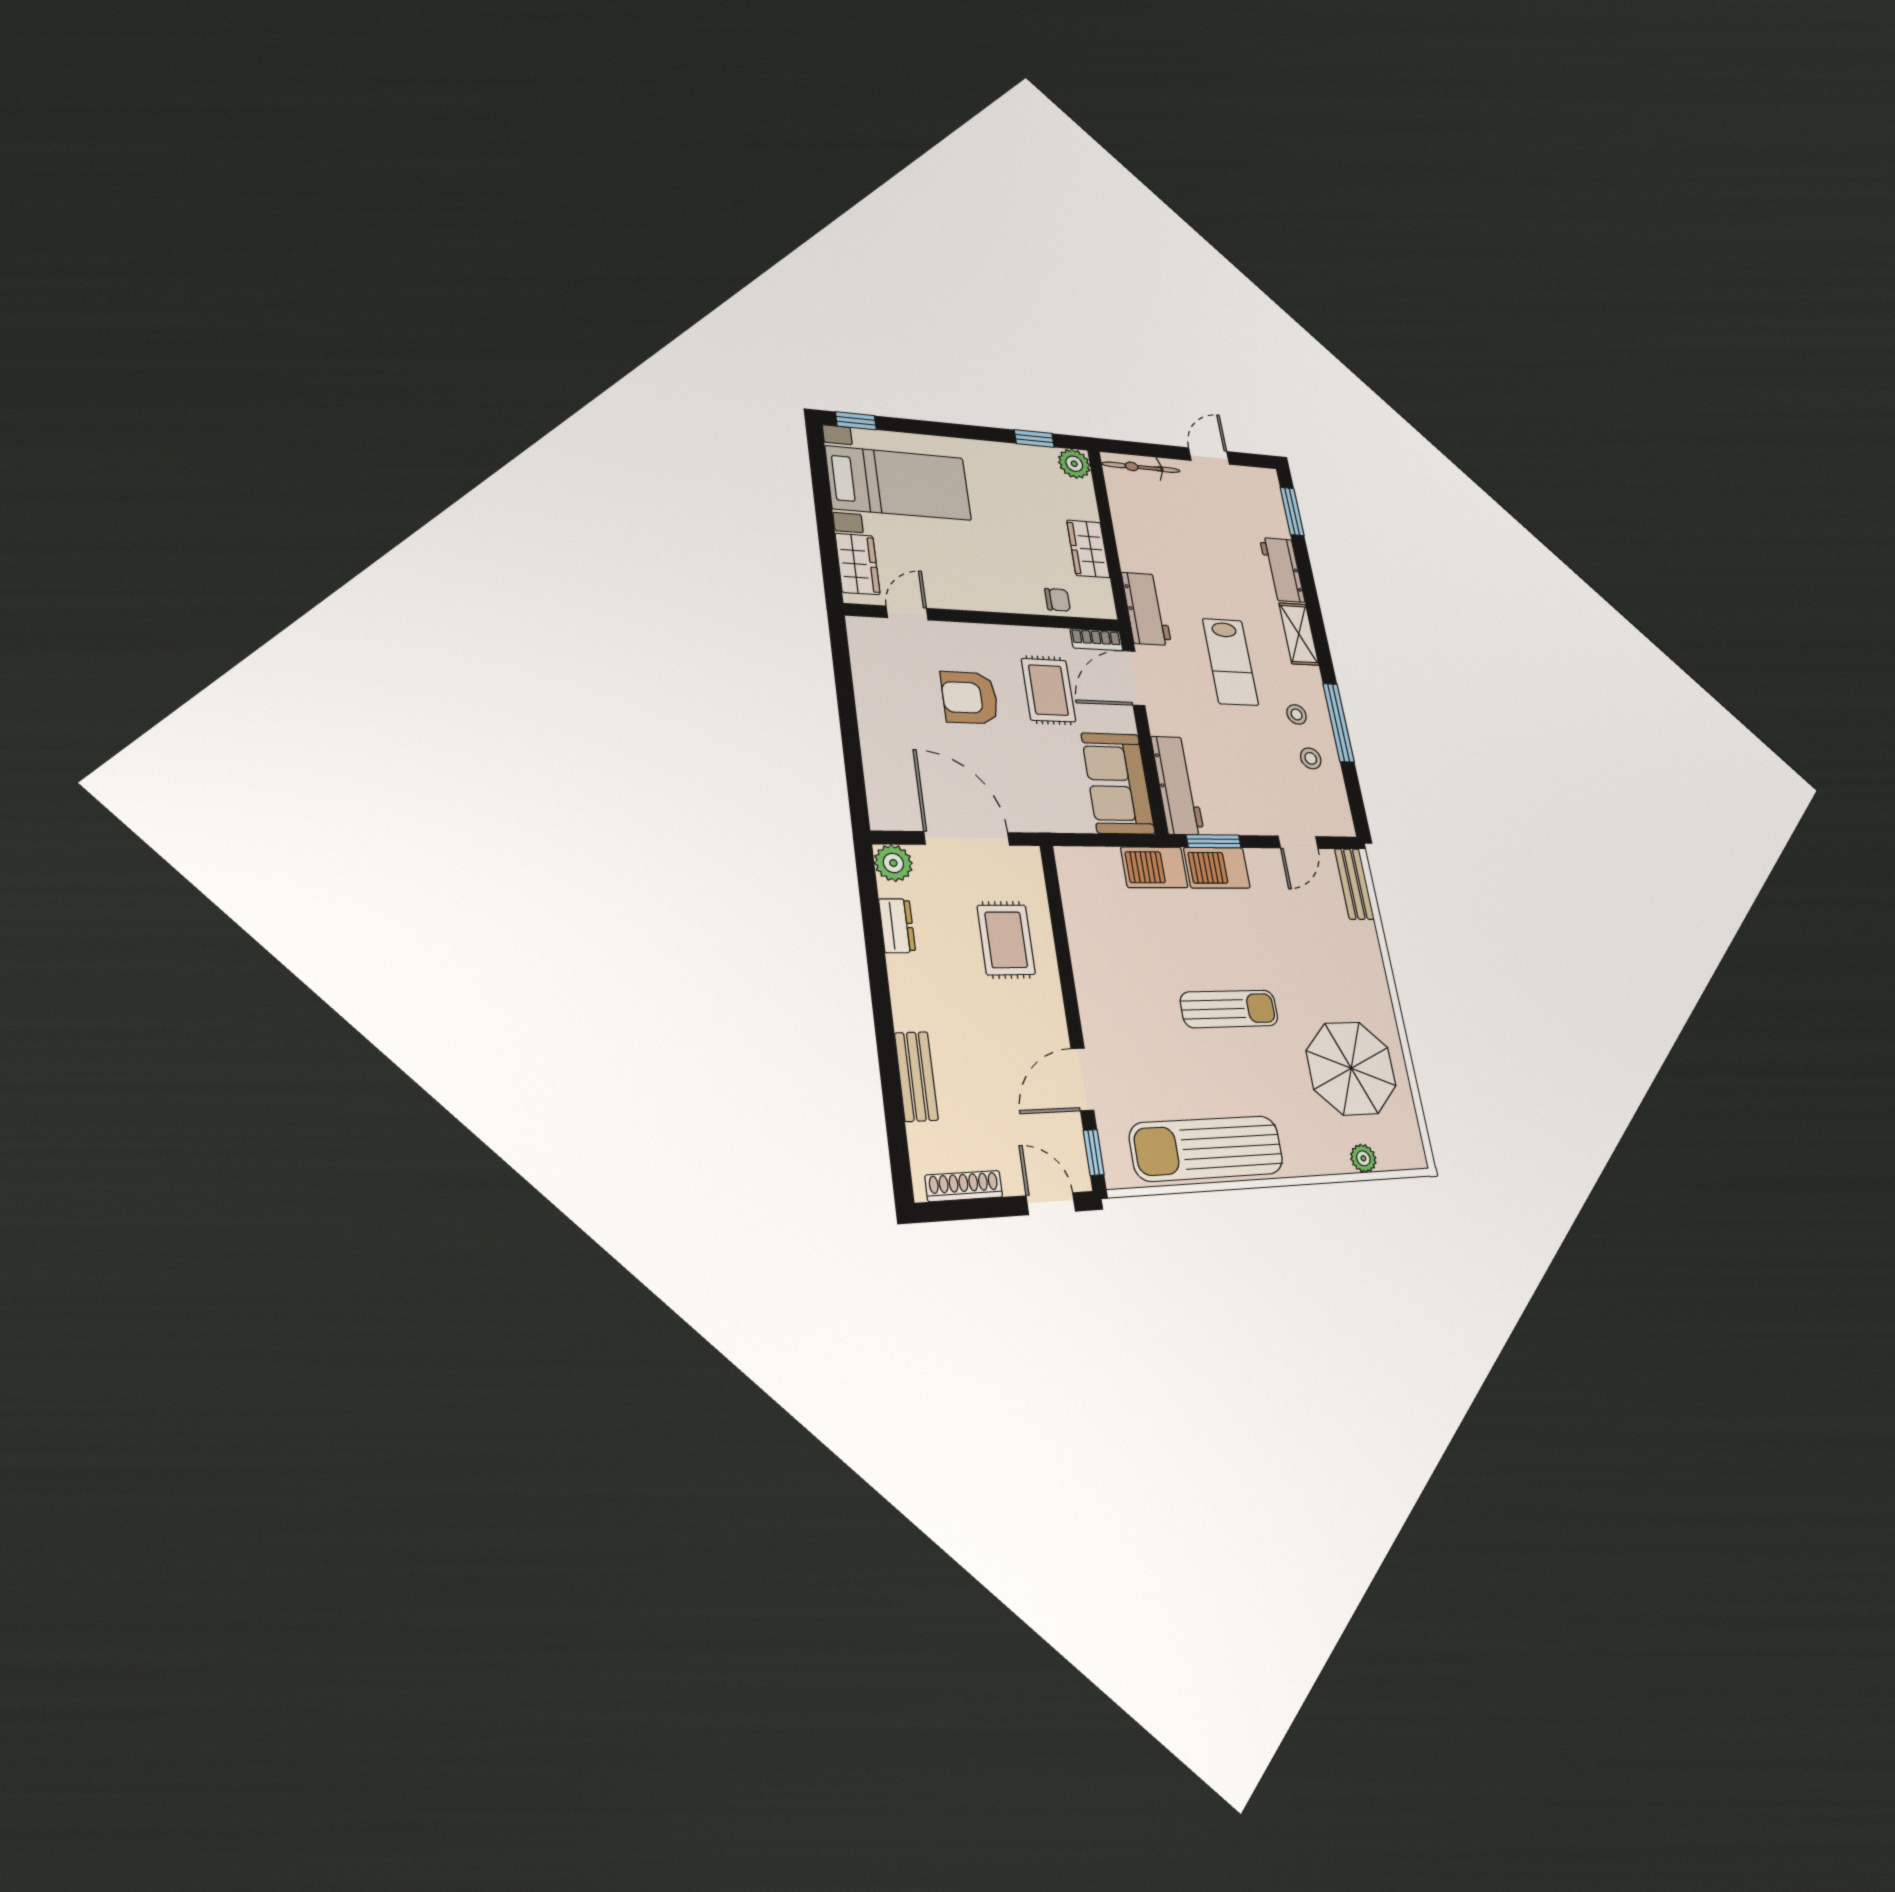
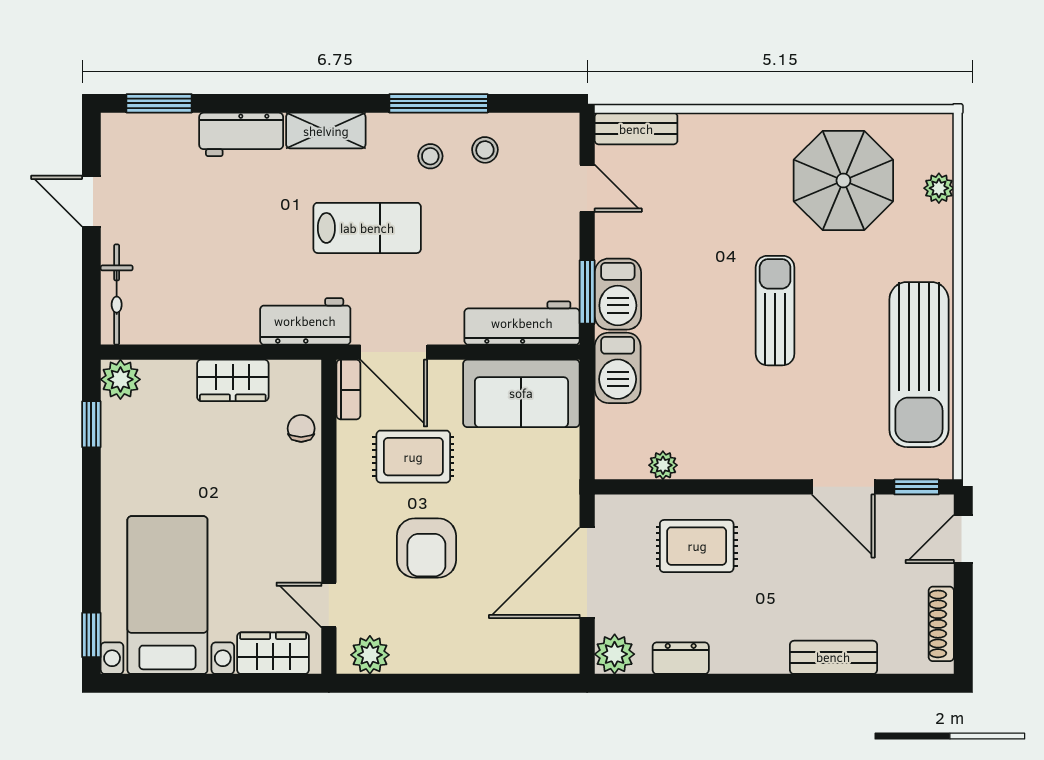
plant: (866, 645) -> (370, 655), added
plant: (1075, 908) -> (663, 465), added

